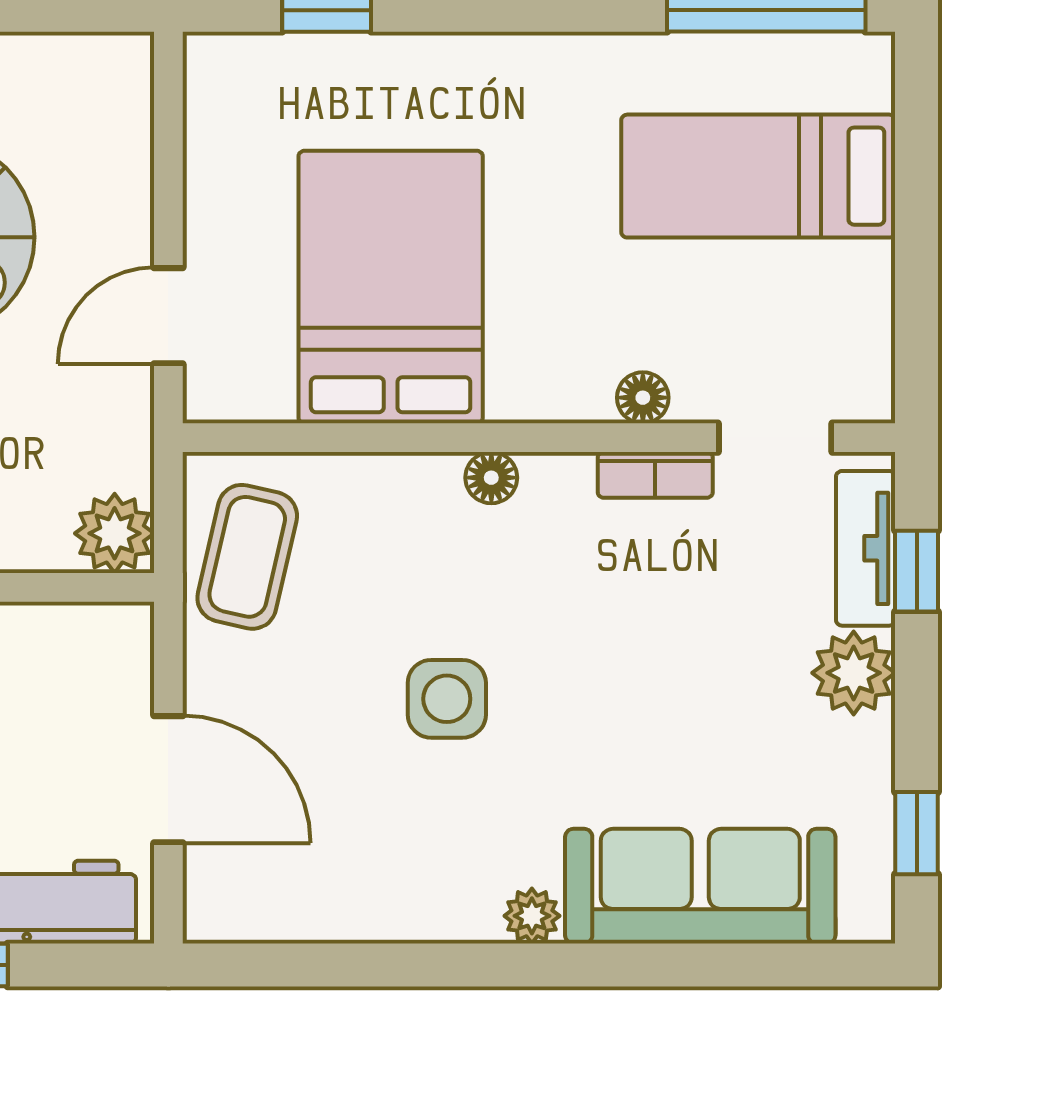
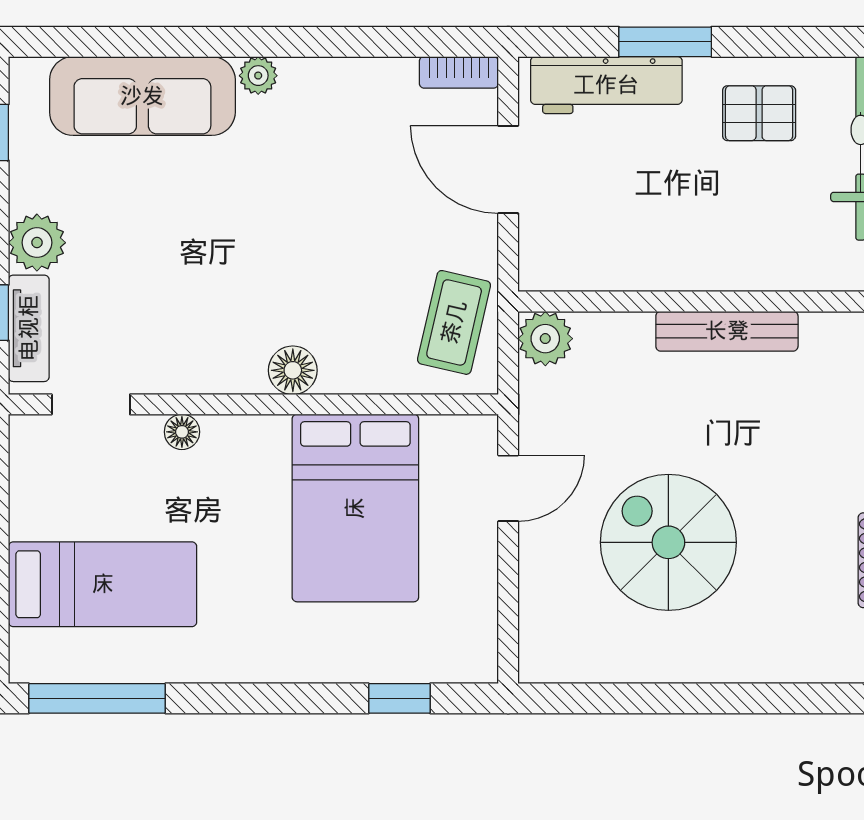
bookcase: (655, 475) -> (459, 72), moved, turned 180
floor lamp: (491, 478) -> (293, 370), width x1.37, depth x1.37
side table: (447, 699) -> (317, 225), removed

